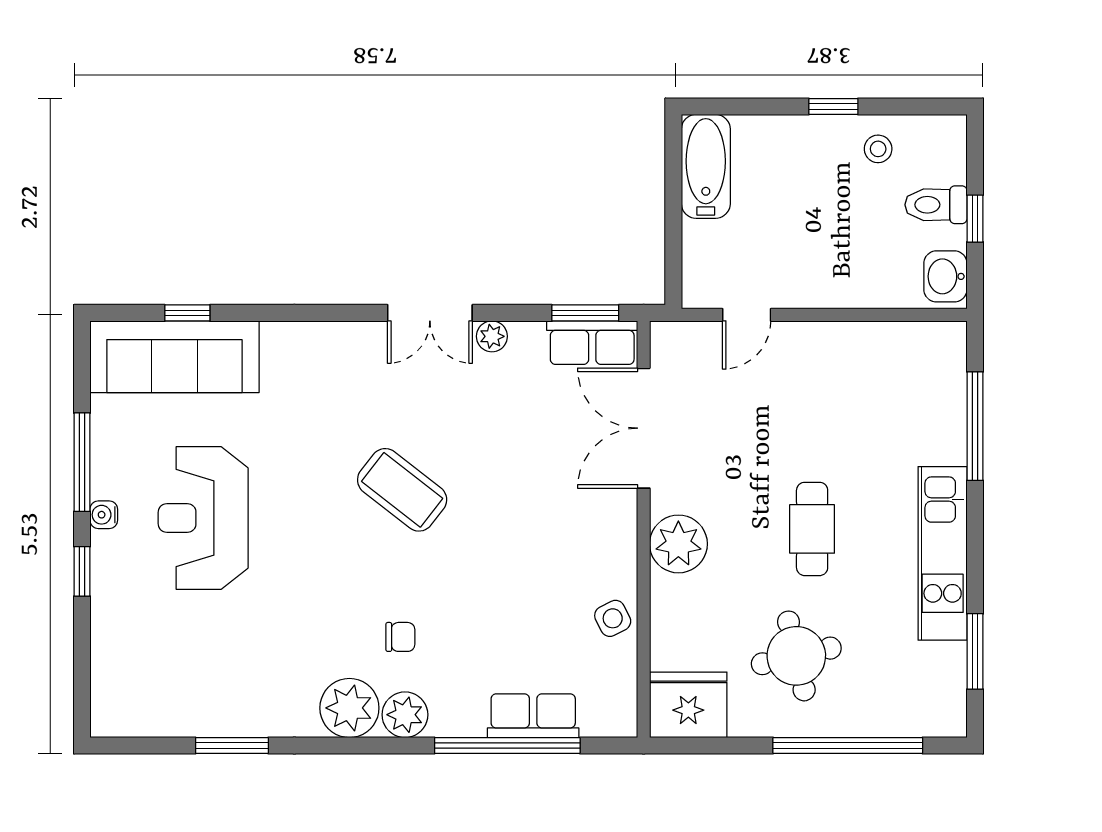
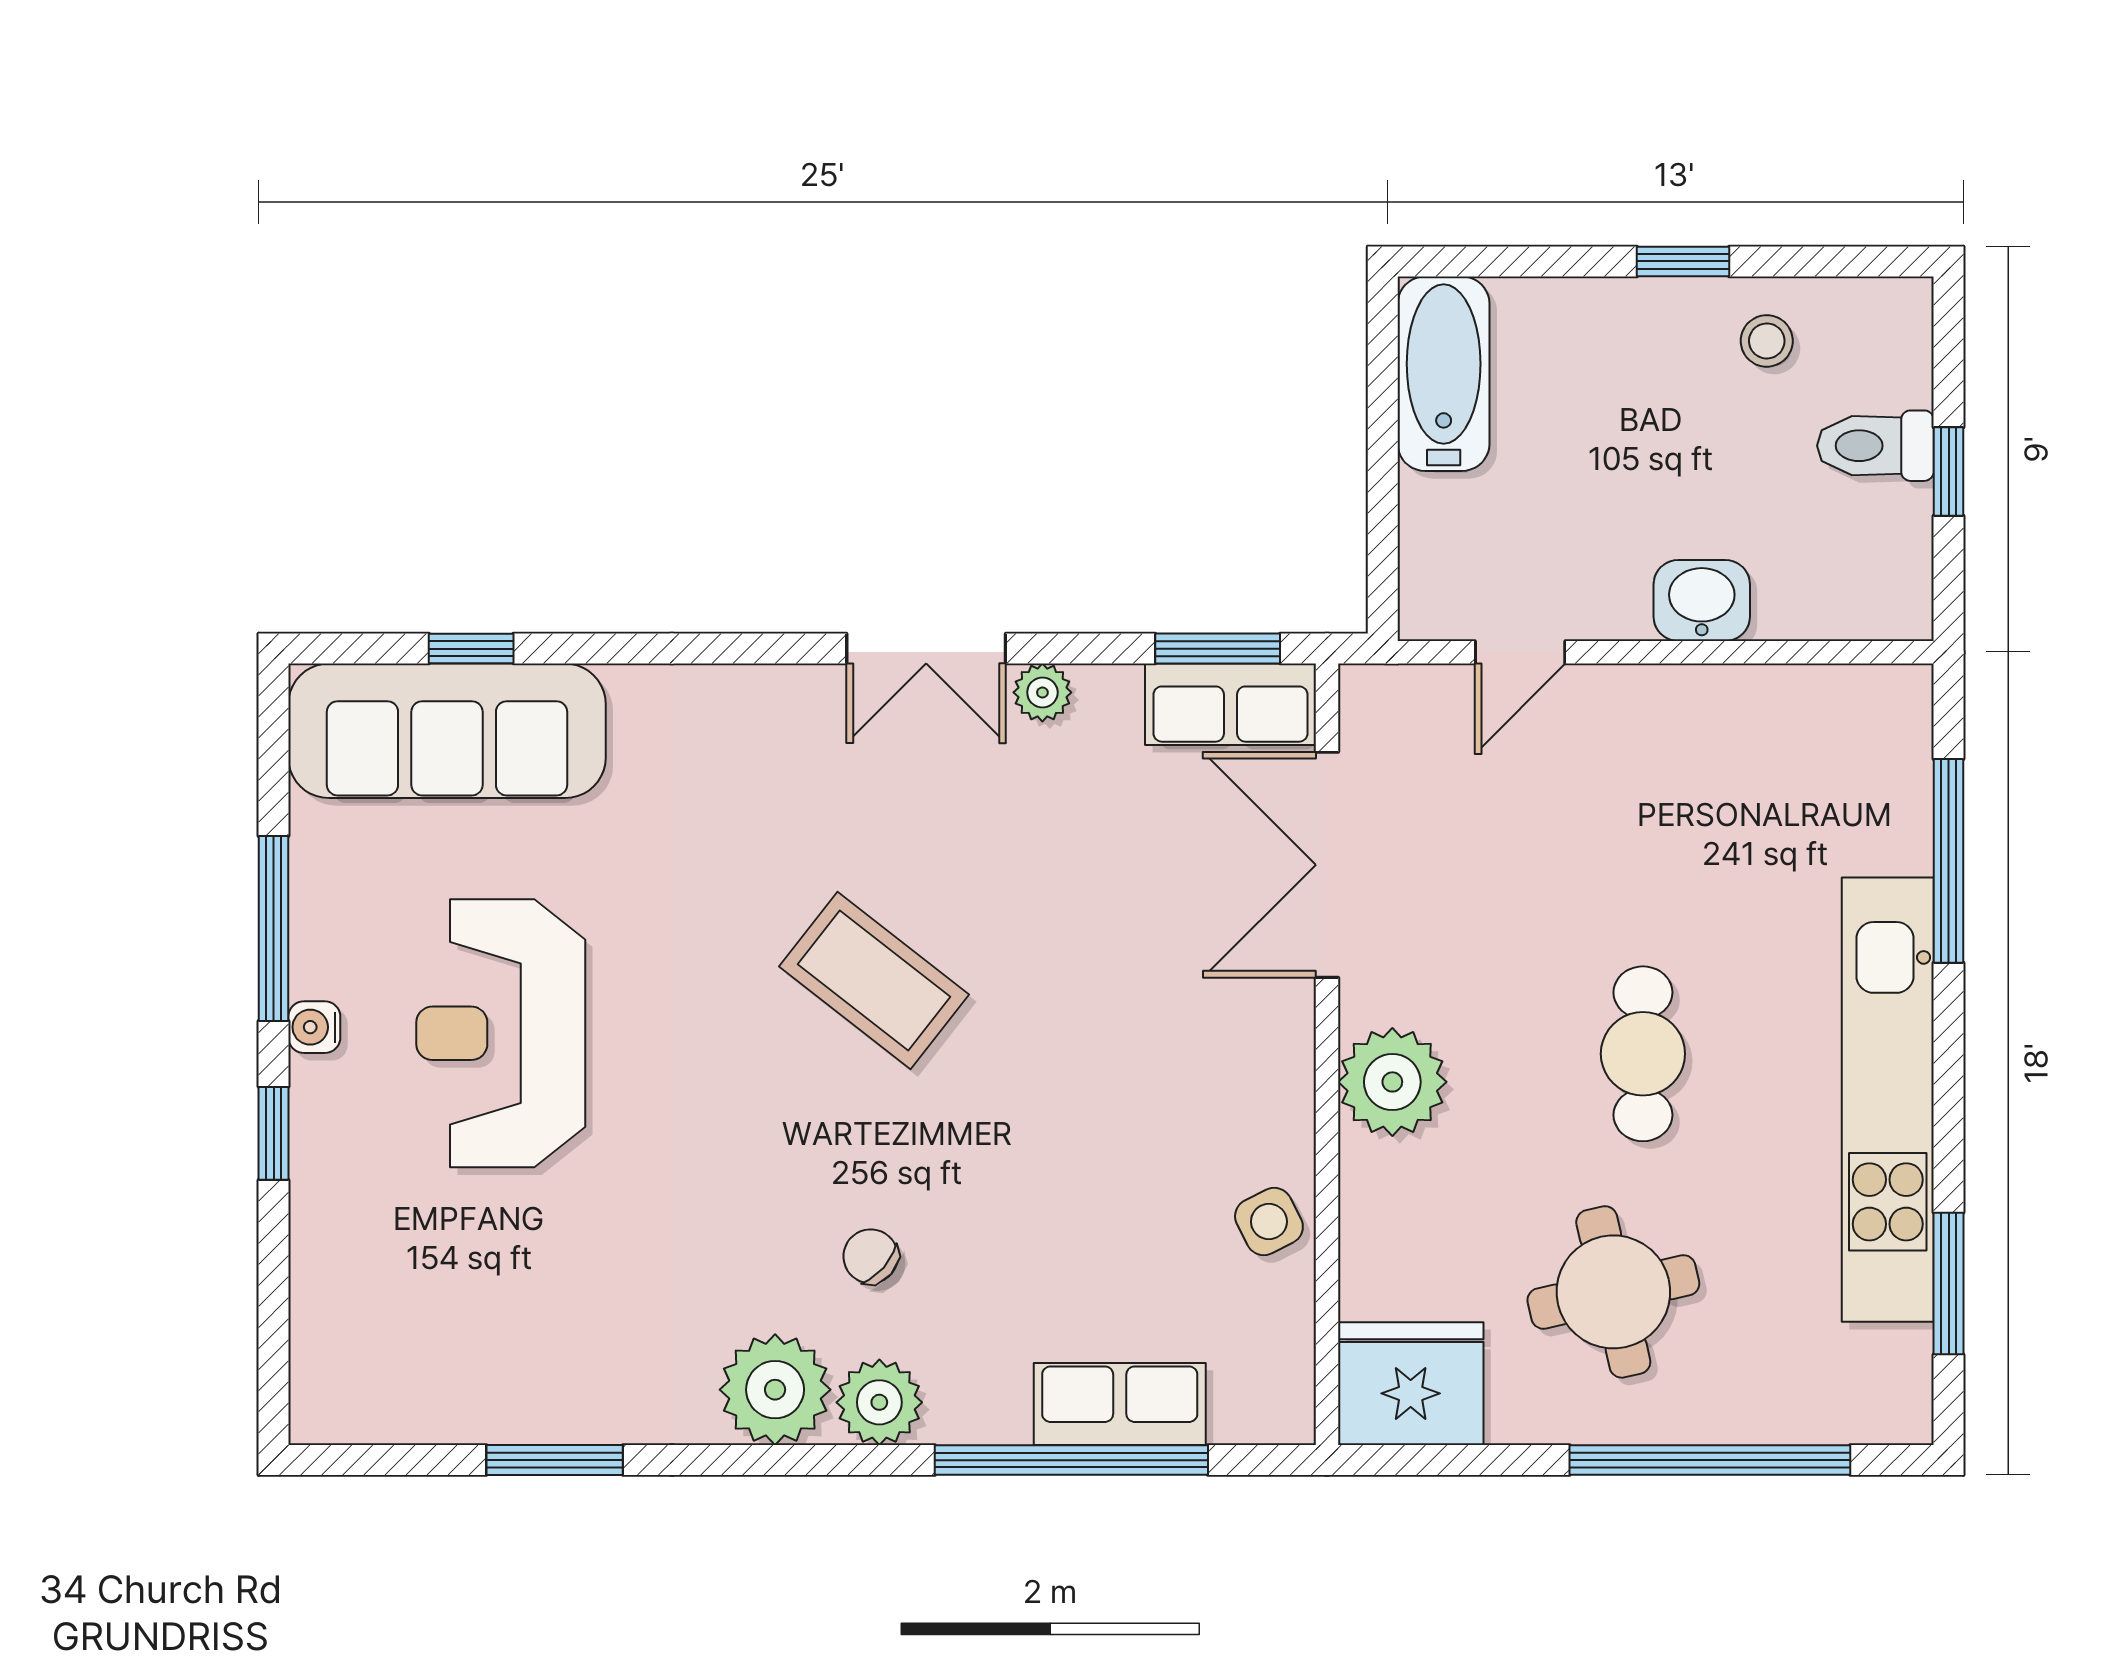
washbasin: (945, 276) -> (1702, 600), moved, turned 90
kitchen unit: (943, 553) -> (1888, 1100), width x1.36
chair: (400, 637) -> (871, 1256), turned -139

